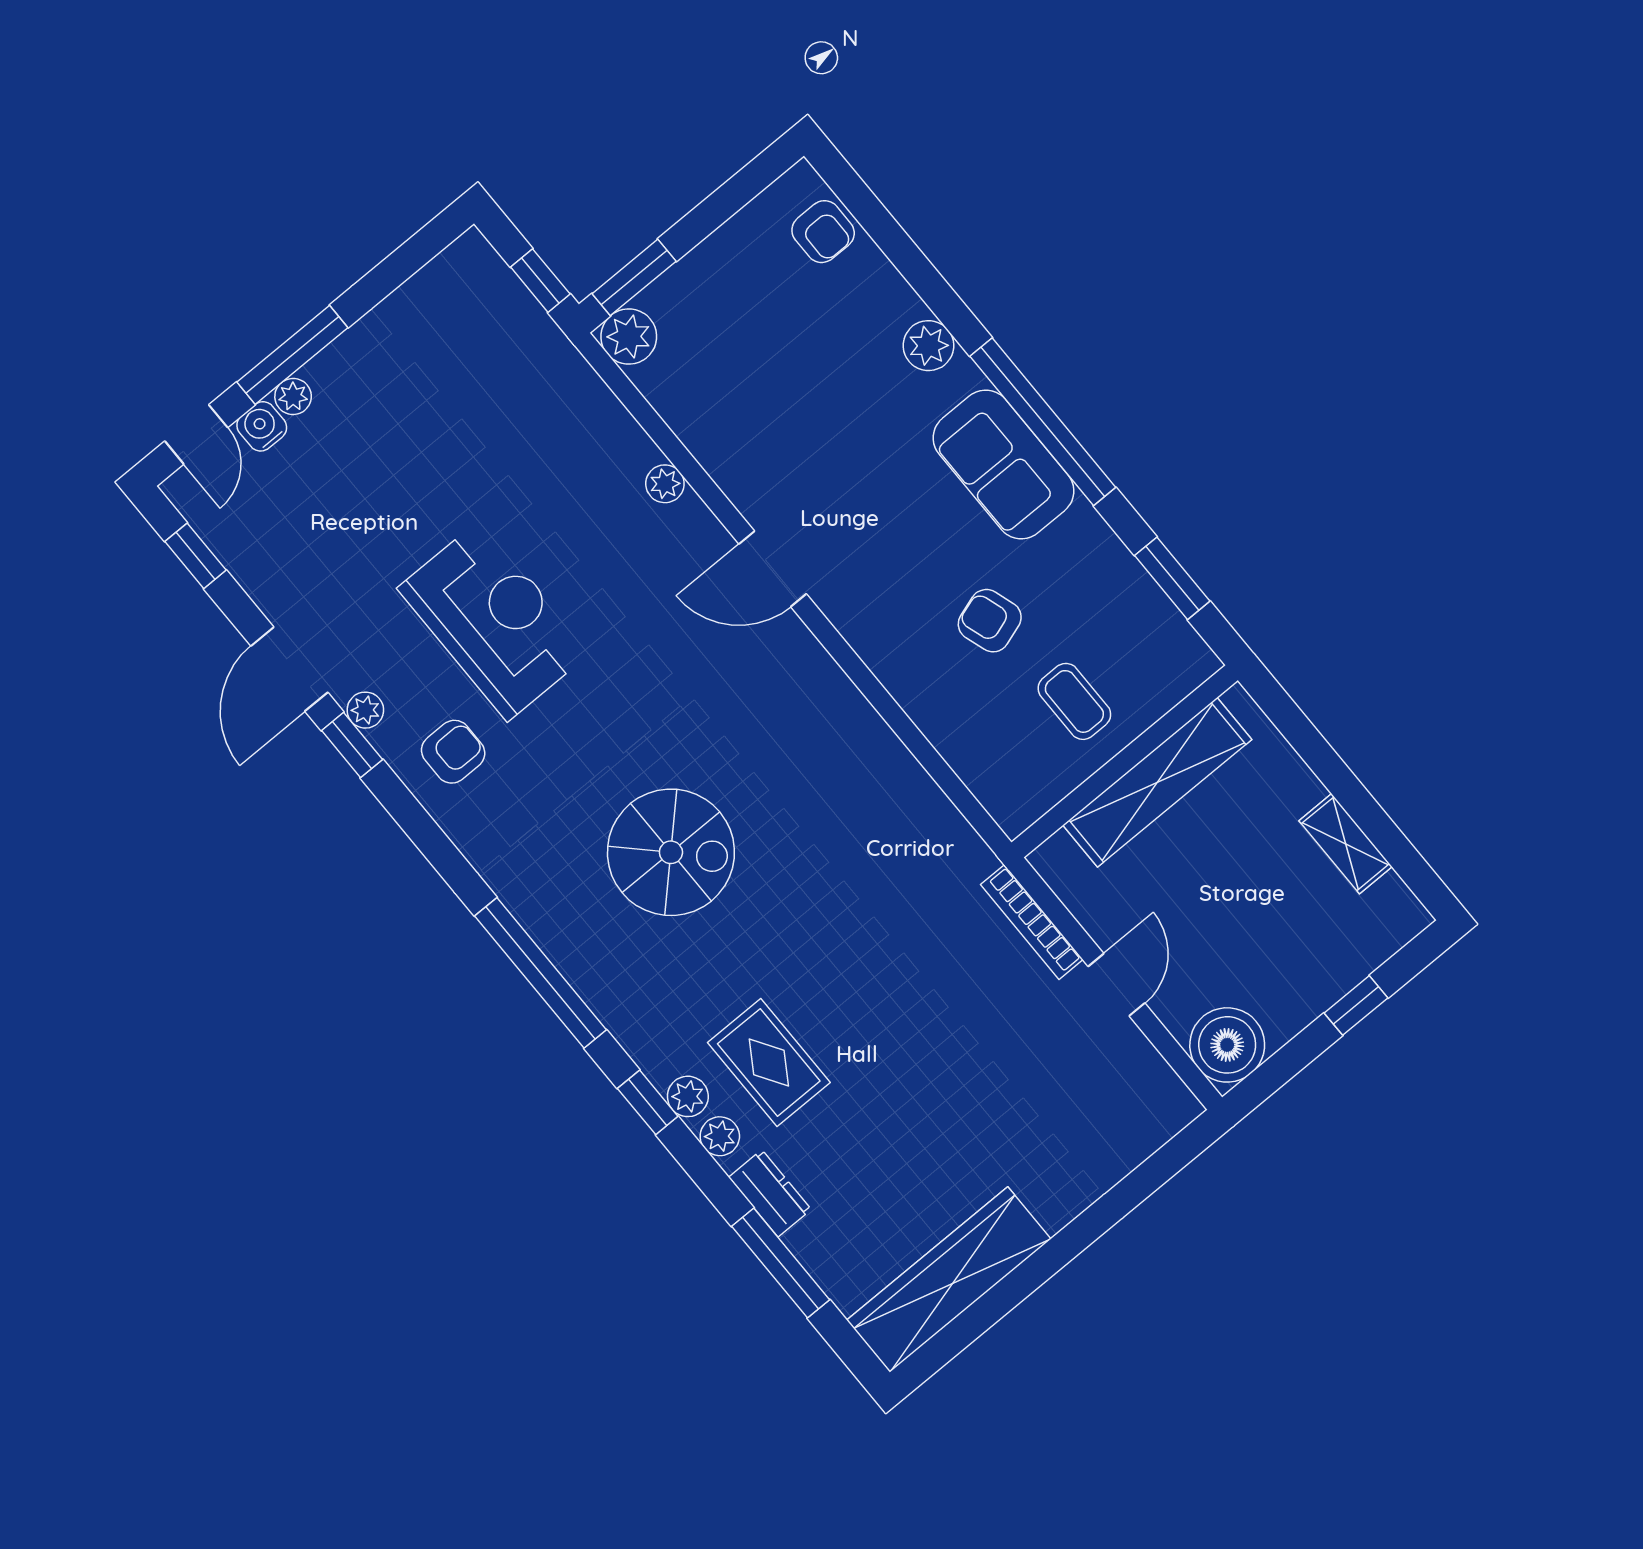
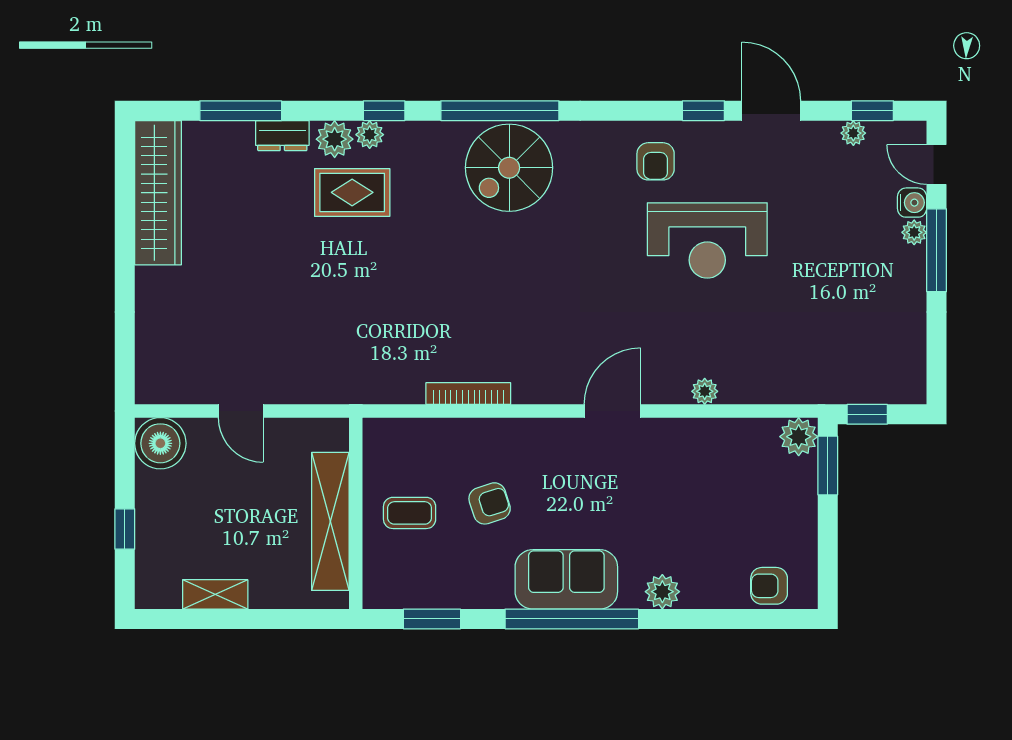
plant: (365, 710) -> (853, 133), moved
spiral stairs: (671, 852) -> (509, 168), moved
bookcase: (1032, 922) -> (468, 394), moved
plant: (720, 1136) -> (335, 139), width x1.38, depth x1.38

